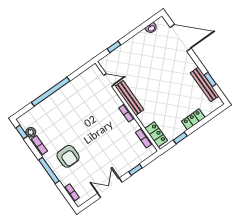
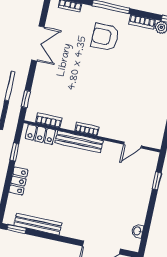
window: (210, 80) -> (17, 229), moved
bench: (129, 98) -> (79, 142), moved
window: (135, 170) -> (26, 99), moved

